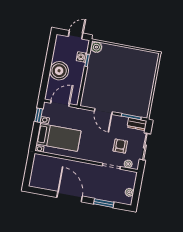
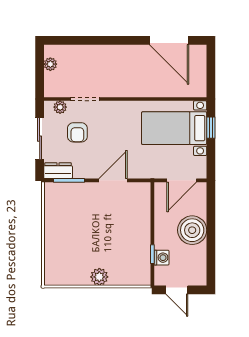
door: (76, 35) -> (177, 290), hinge flipped
plant: (96, 47) -> (99, 277), moved
door: (103, 111) -> (113, 180), hinge flipped
window: (39, 115) -> (211, 128), moved
door: (70, 197) -> (169, 40), moved
window: (104, 203) -> (87, 40), removed

